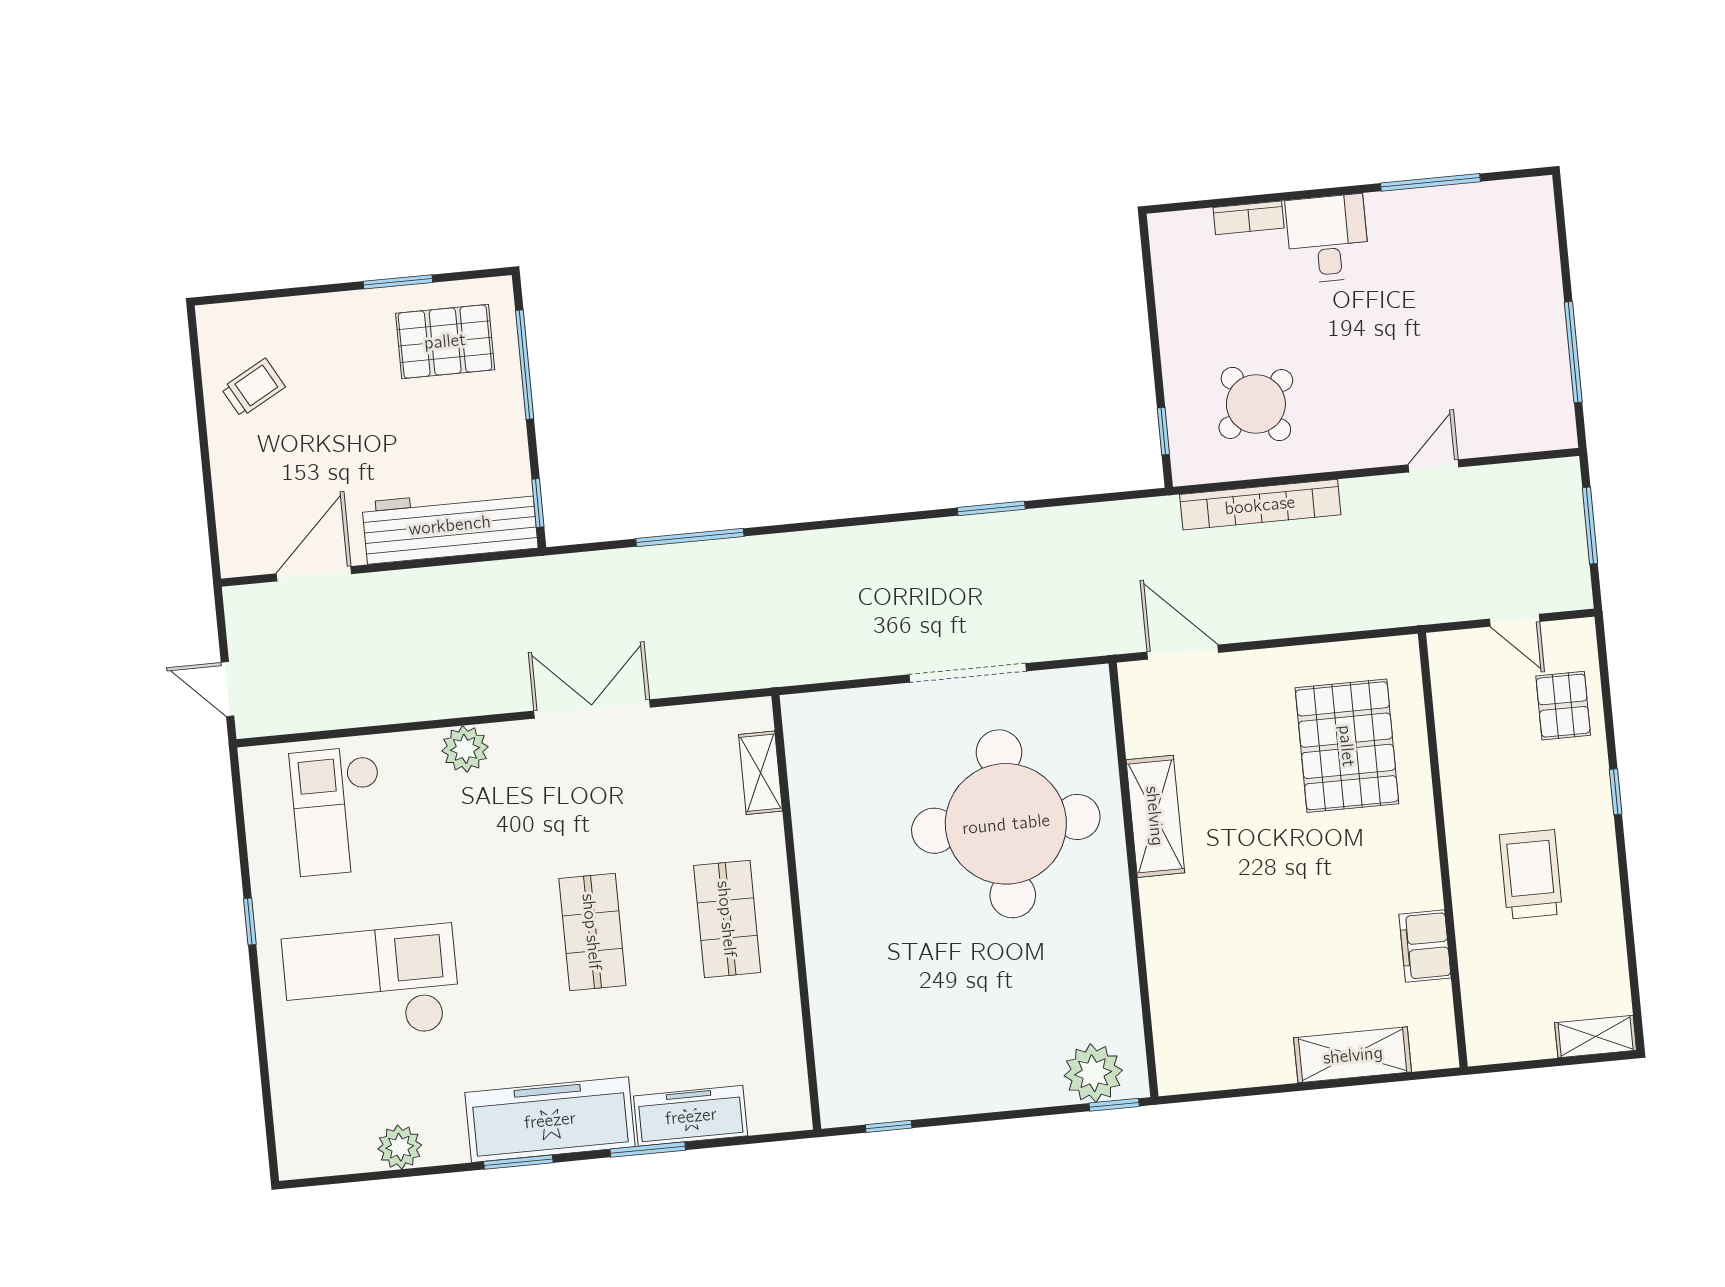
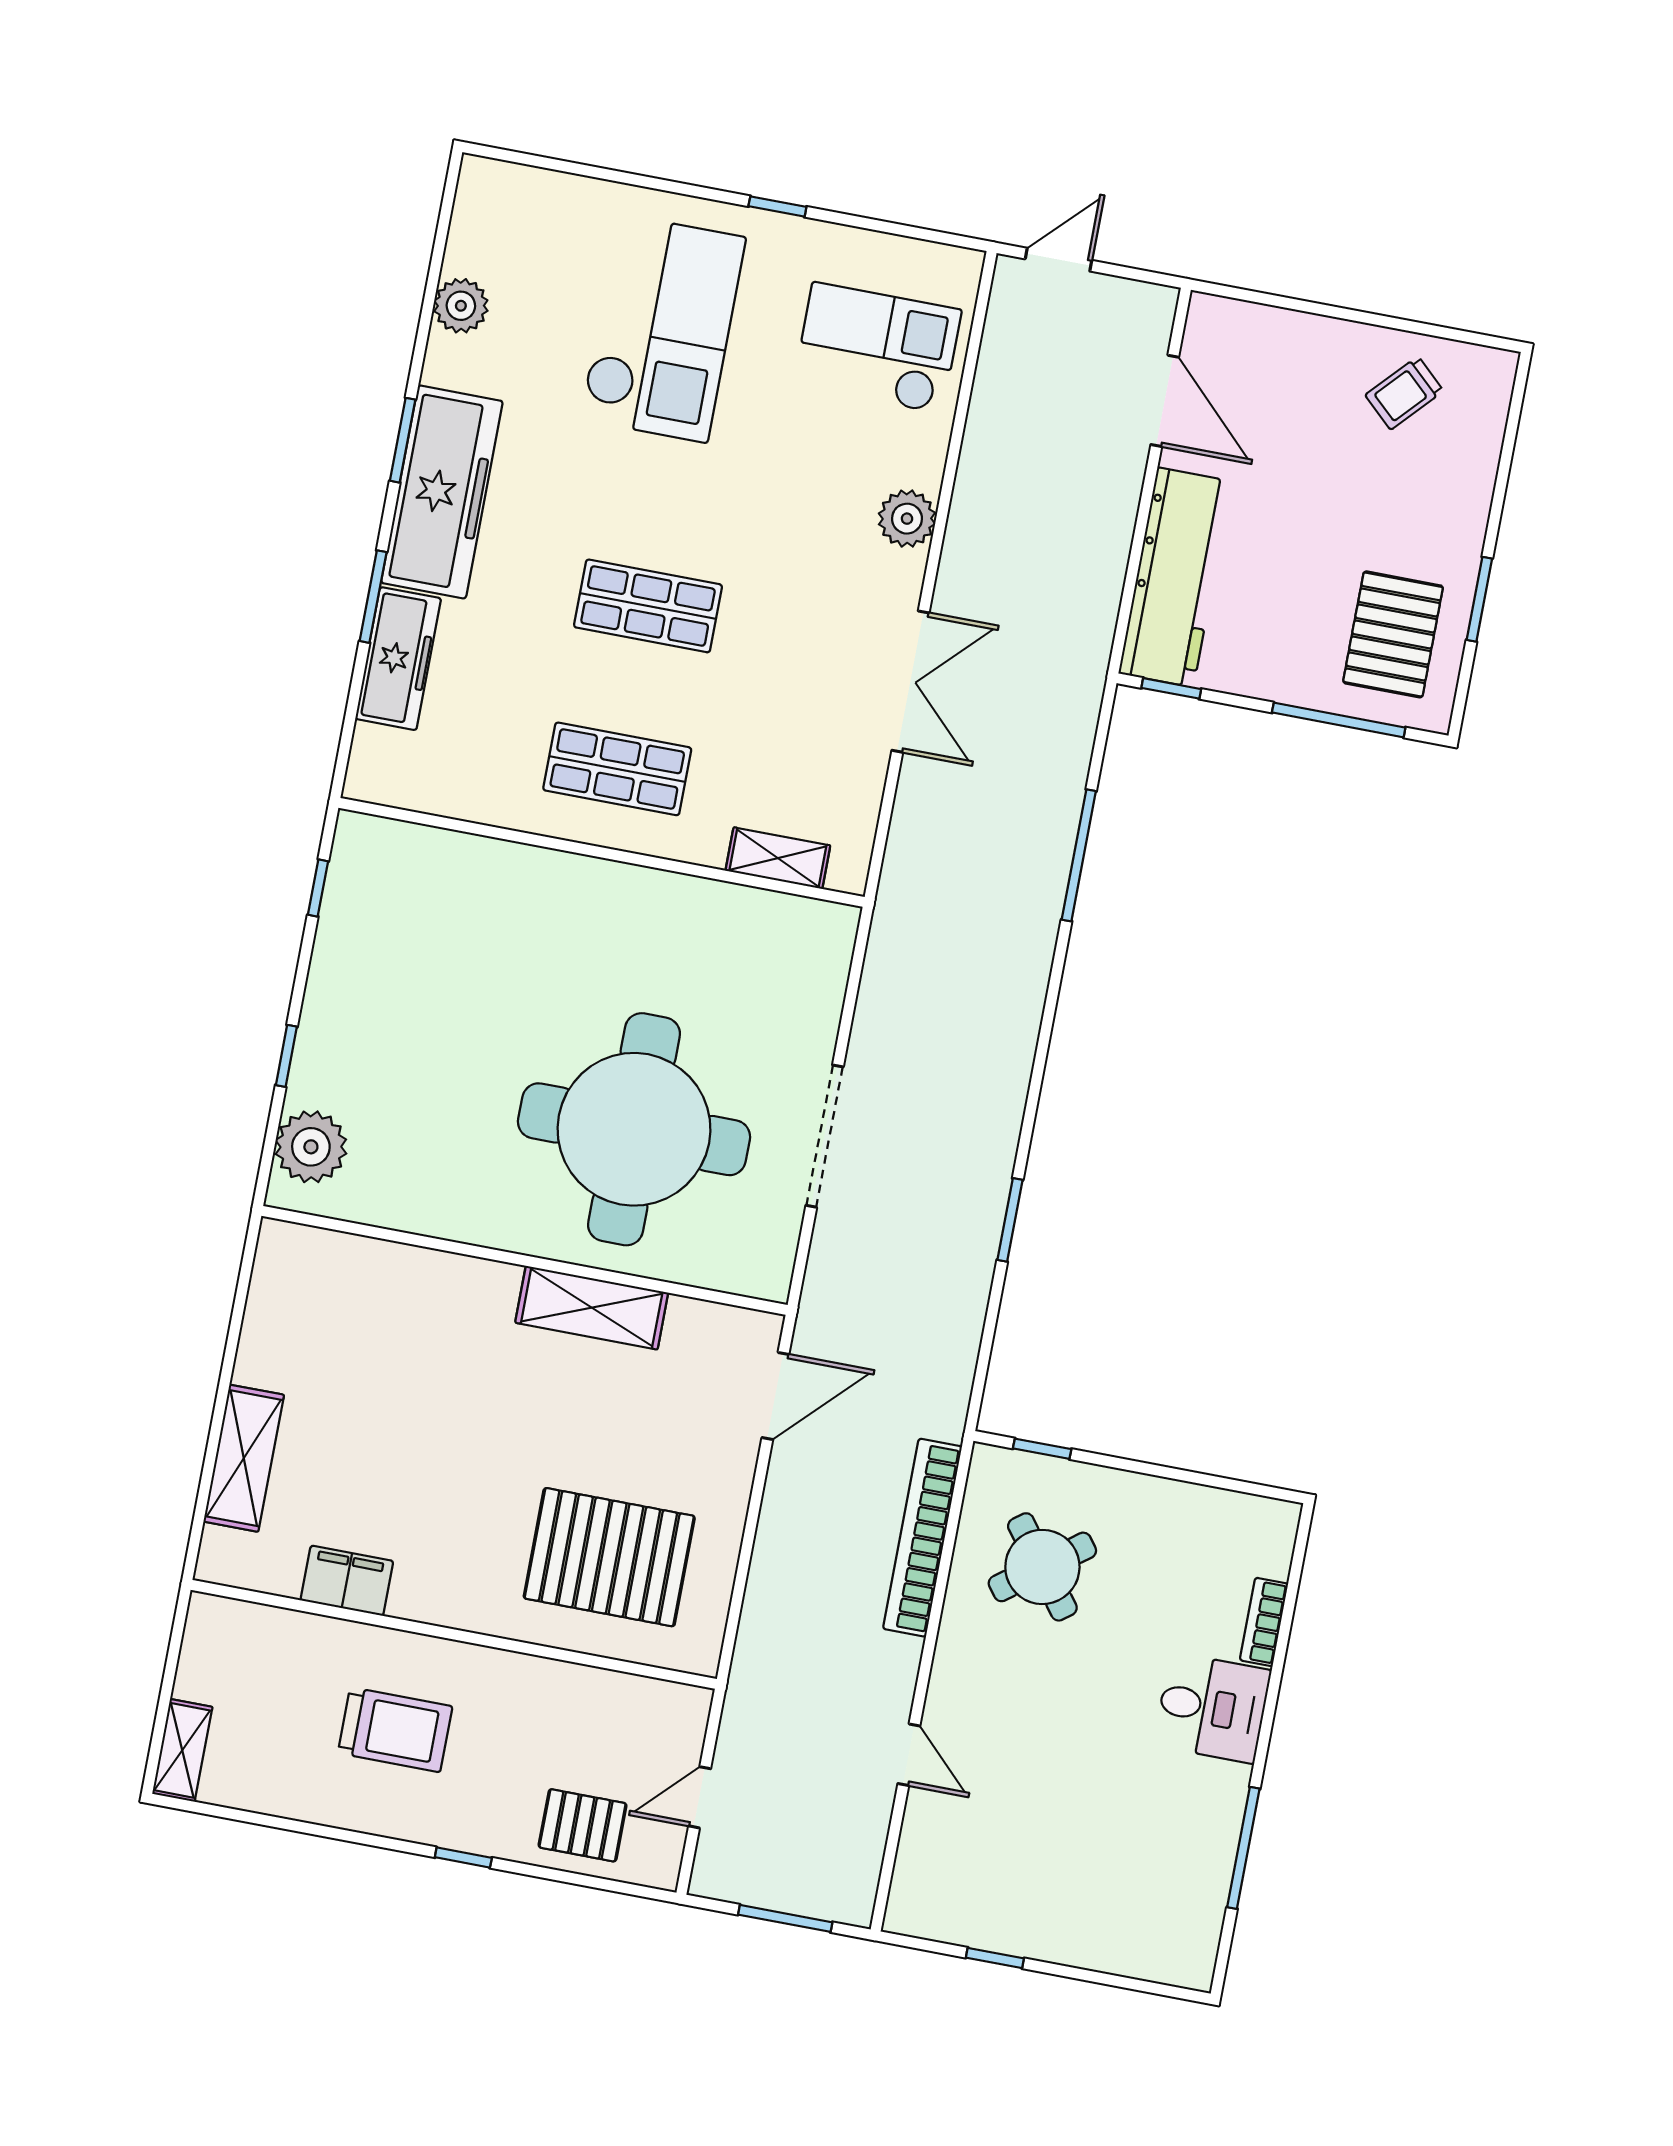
window: (1573, 352) -> (995, 1958), width x0.46
trolley: (253, 388) -> (1404, 393), turned 72
window: (1114, 1105) -> (286, 1056), moved

